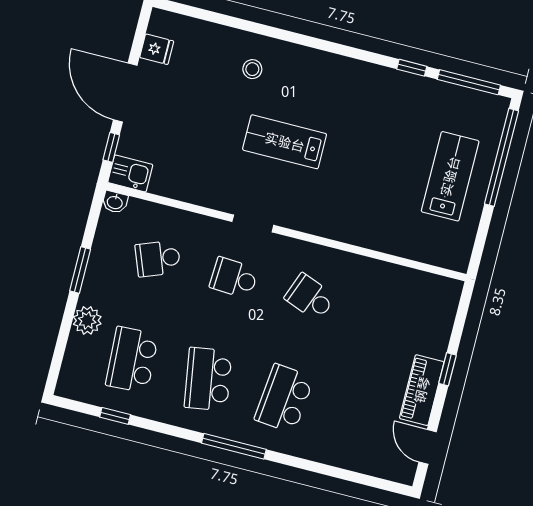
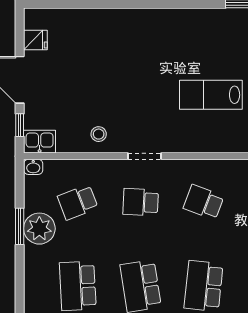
stool: (252, 69) -> (99, 134), moved
lab bench: (285, 142) -> (211, 95), moved
plant: (87, 320) -> (39, 229), moved, width x1.36, depth x1.36

